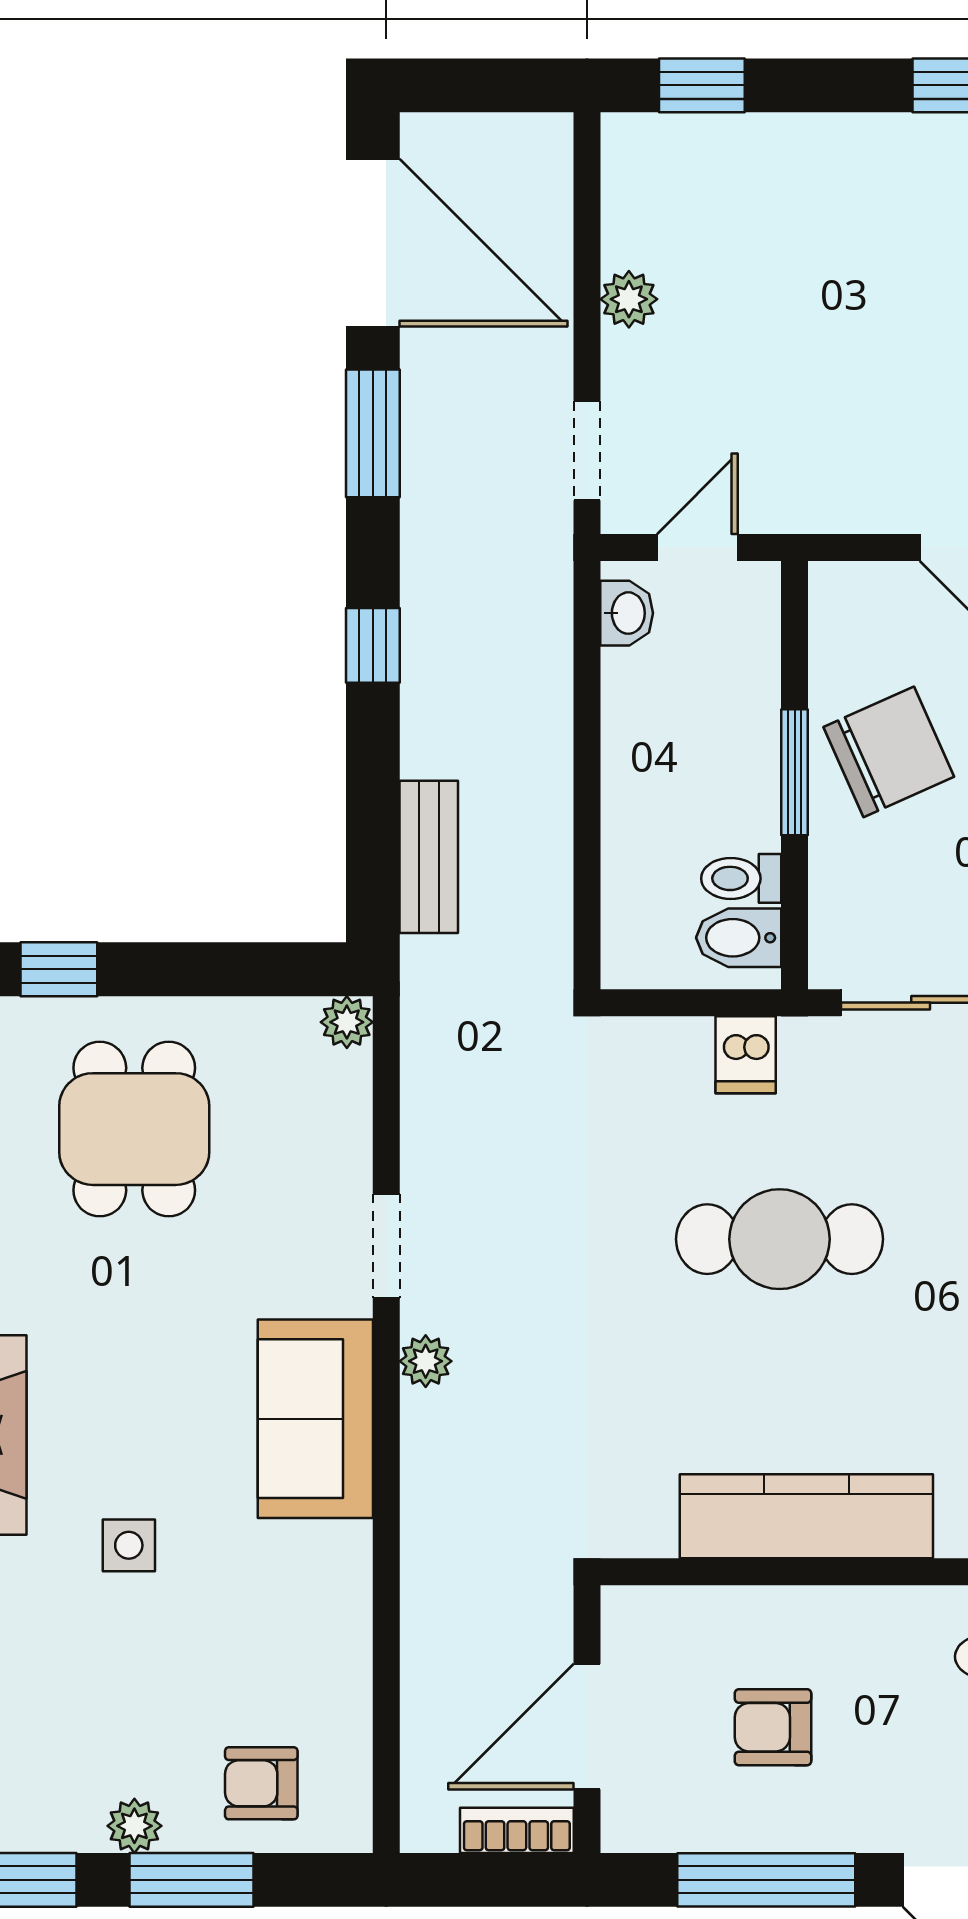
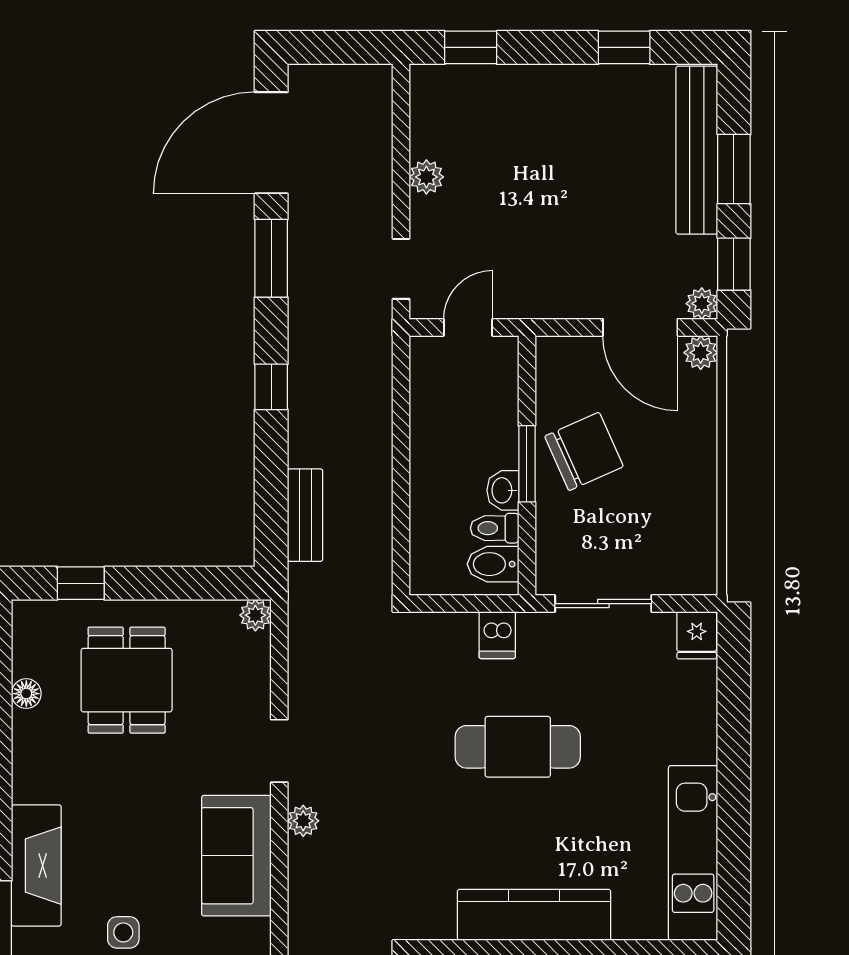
door: (373, 243) -> (271, 143), swing flipped
washbasin: (627, 613) -> (503, 490), moved, turned 180

